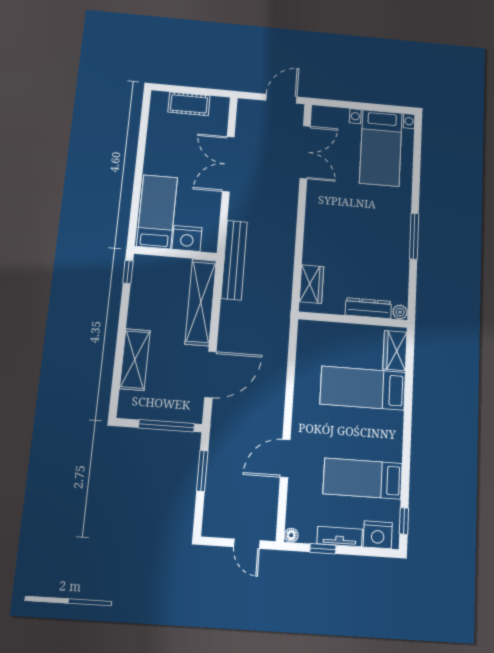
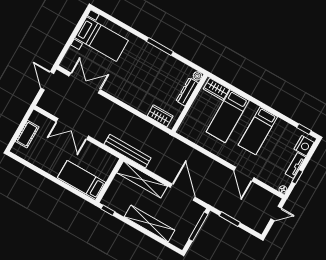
nightstand: (187, 238) -> (104, 171), removed
shelving: (135, 360) -> (150, 223), width x1.47
bed: (363, 479) -> (258, 131), moved

